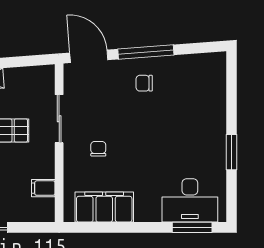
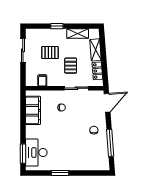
window: (146, 52) -> (110, 143), moved
locker: (24, 76) -> (97, 71), added

